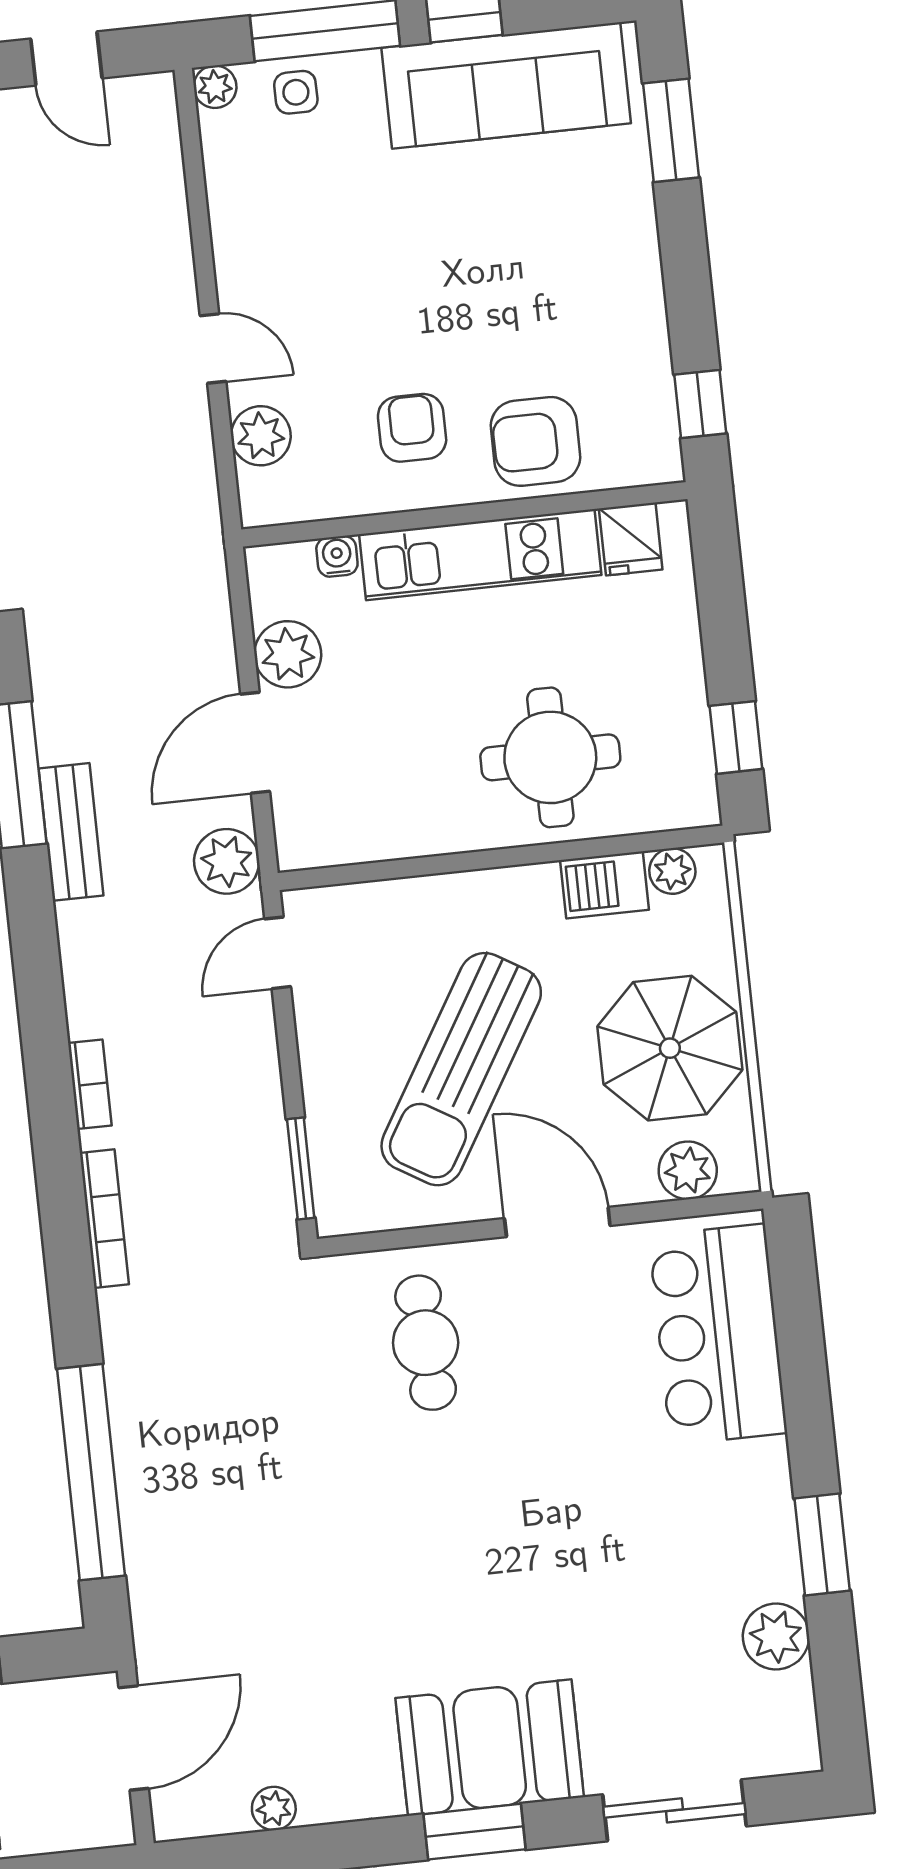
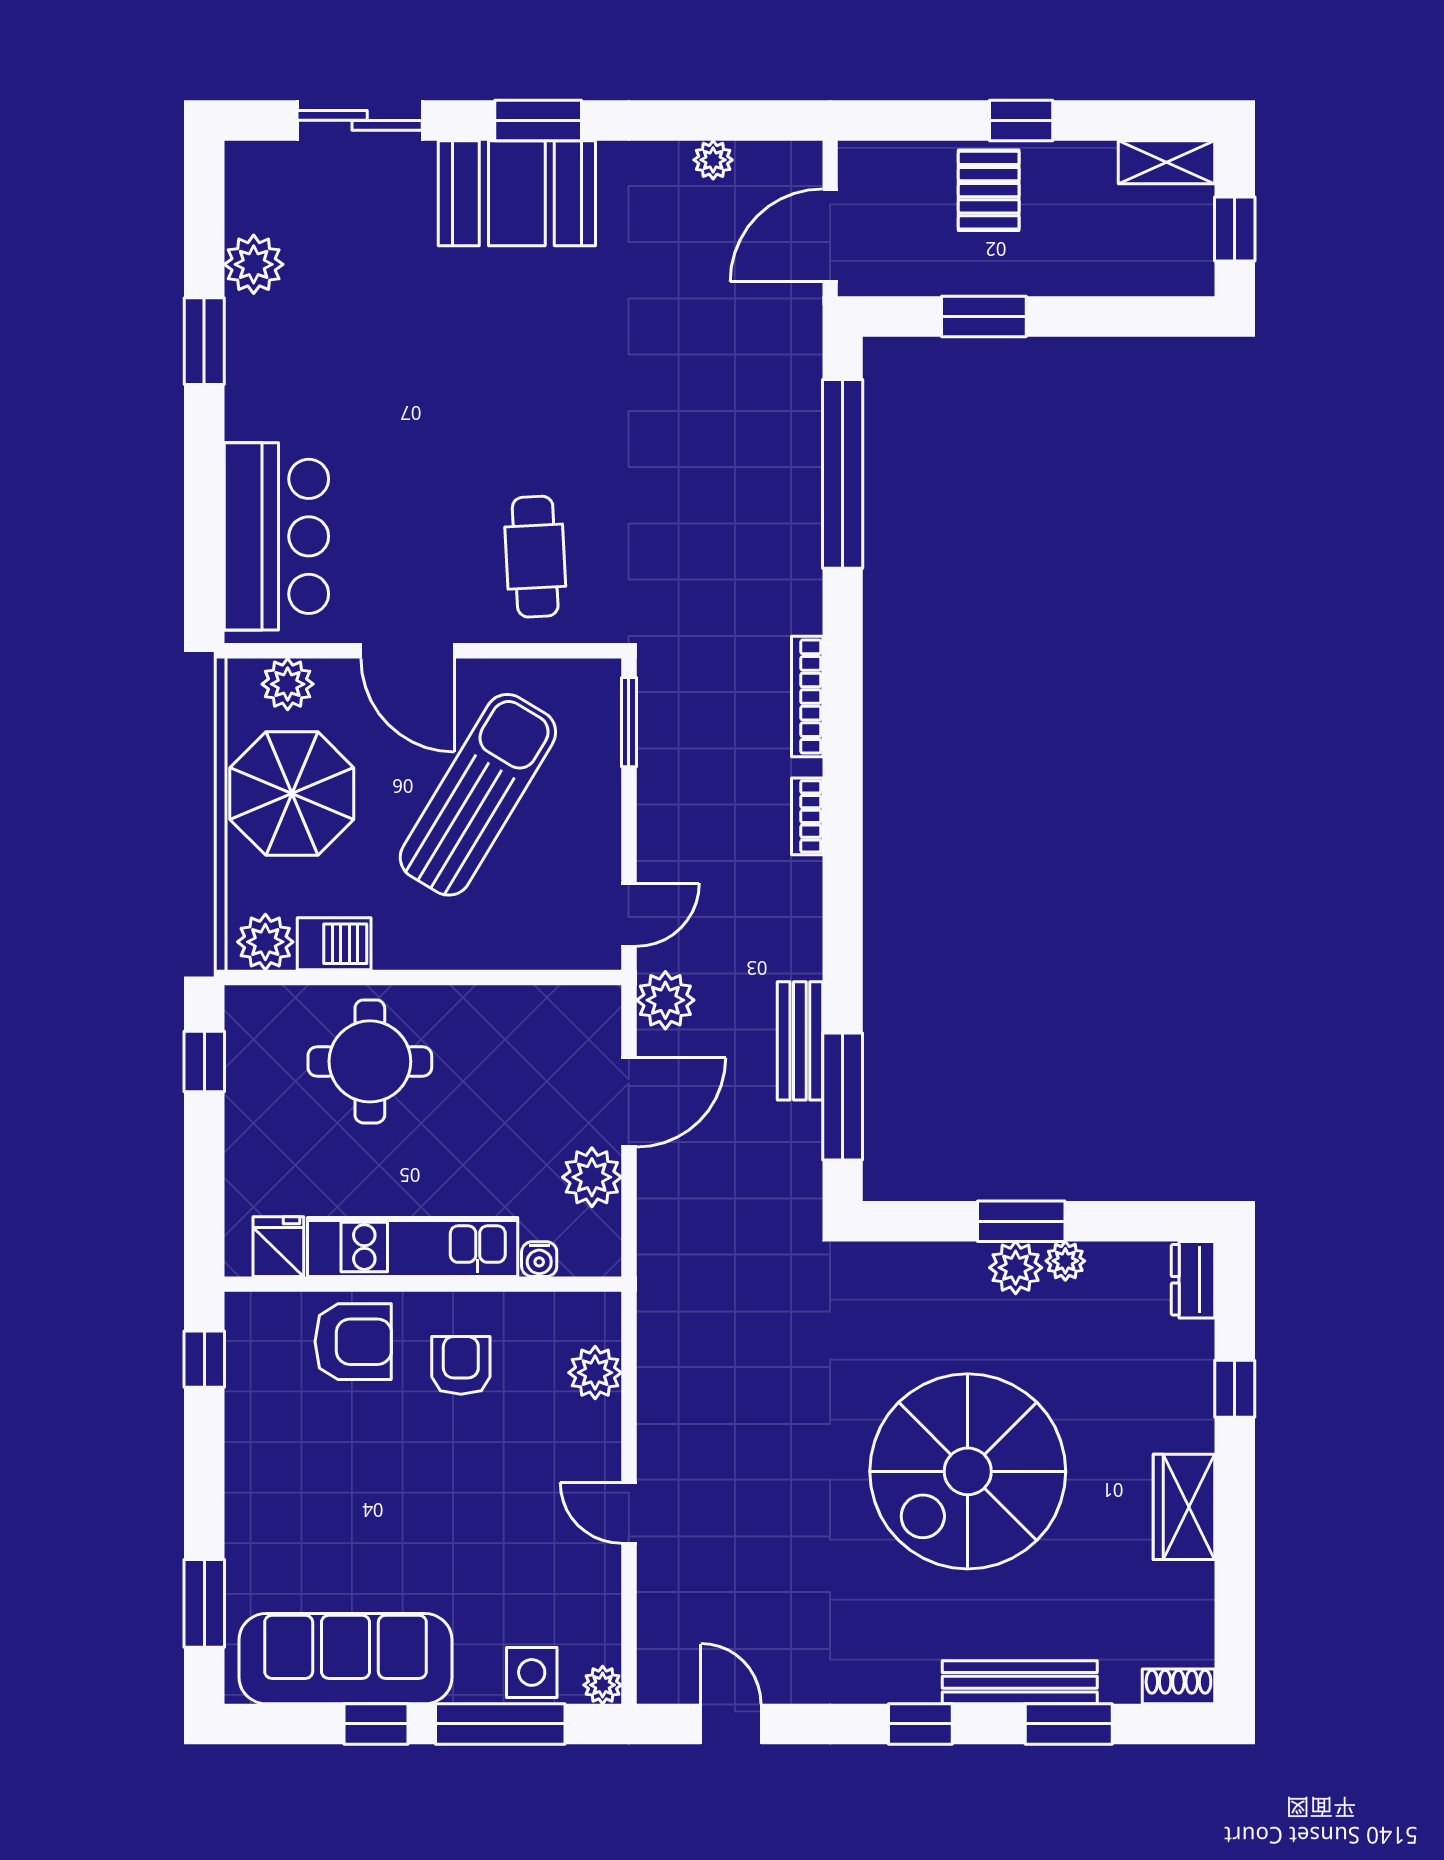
side table: (296, 92) -> (532, 1672), width x1.37, depth x1.37
door: (213, 349) -> (629, 1513), moved
armchair: (412, 428) -> (461, 1365), turned 180
plant: (672, 871) -> (265, 942), width x1.38, depth x1.38

